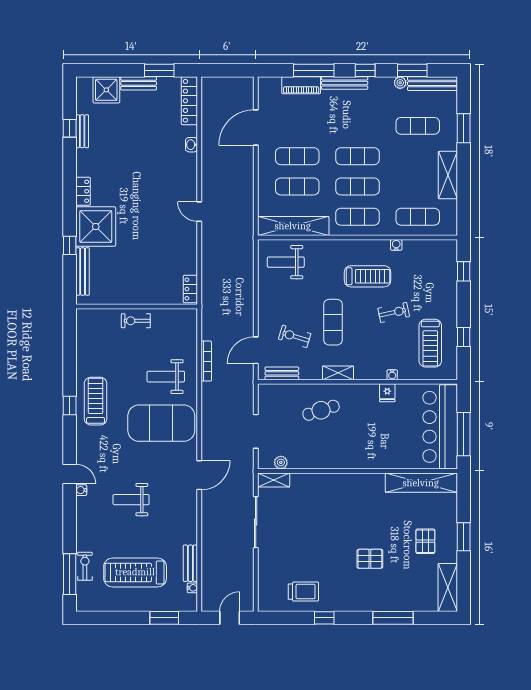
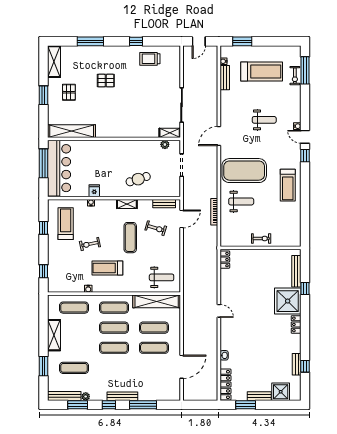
piano: (301, 85) -> (151, 395), removed
window: (70, 405) -> (305, 156), moved

